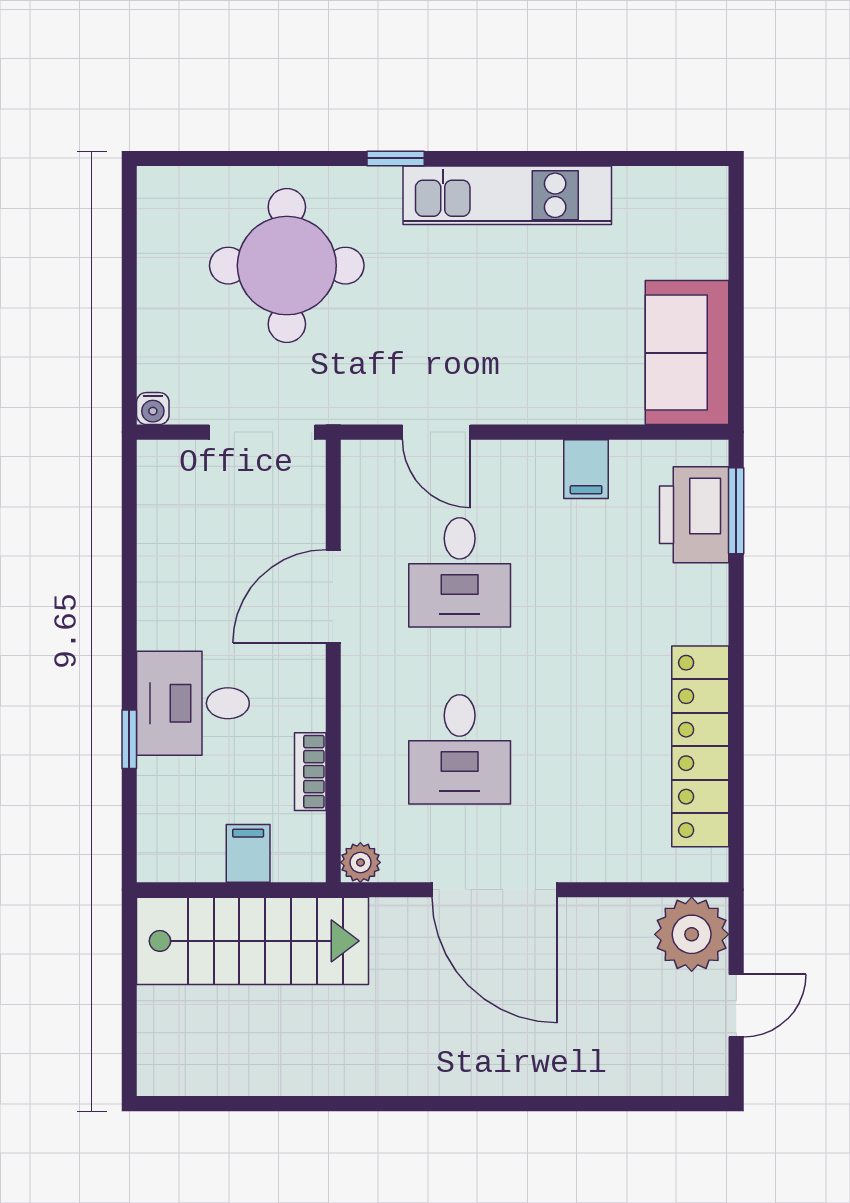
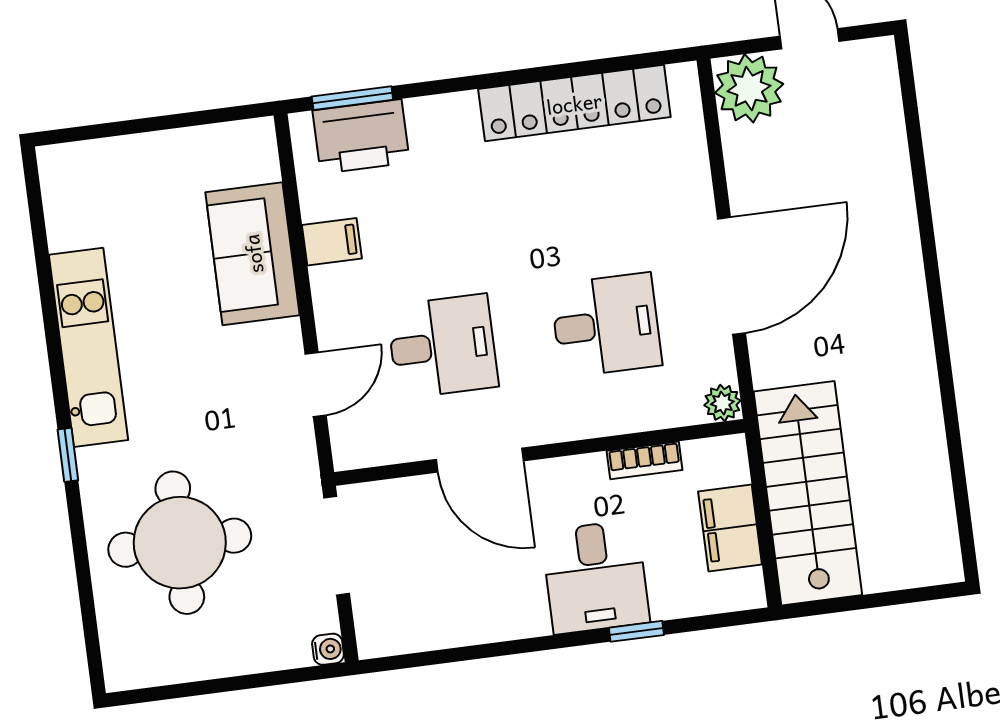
sofa: (687, 353) -> (253, 254), moved, turned 90
filing cabinet: (248, 853) -> (730, 528), width x2.00

